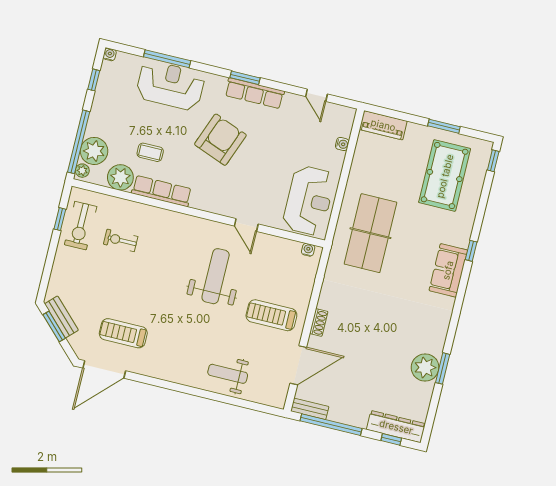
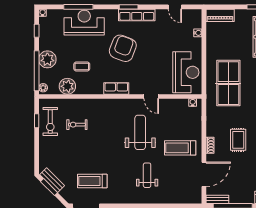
plant: (94, 151) -> (47, 59), moved
row of seats: (162, 191) -> (116, 88), moved, width x0.68
rug: (364, 325) -> (238, 140), added
weight bench: (228, 374) -> (147, 175), moved, turned 90

